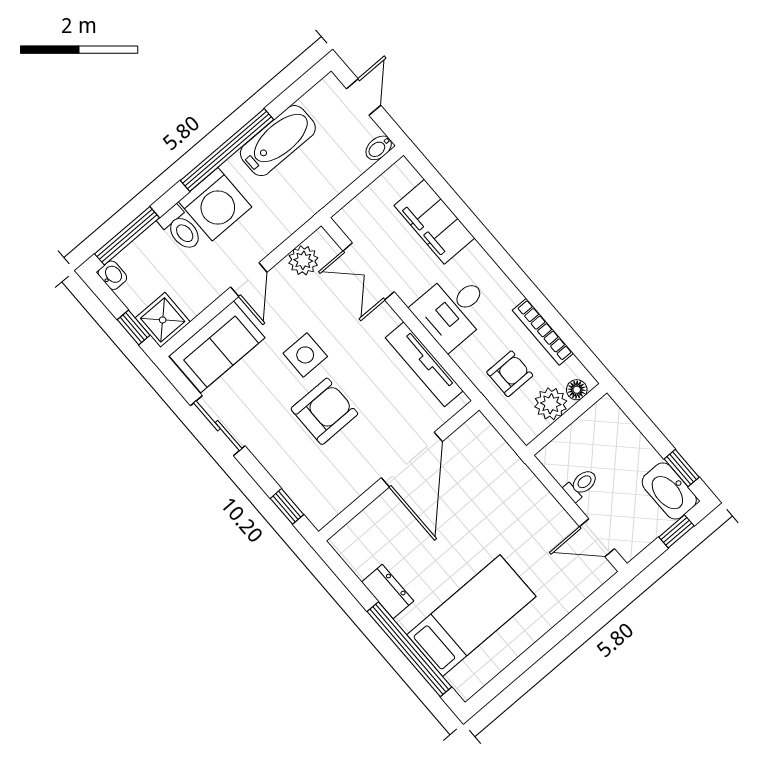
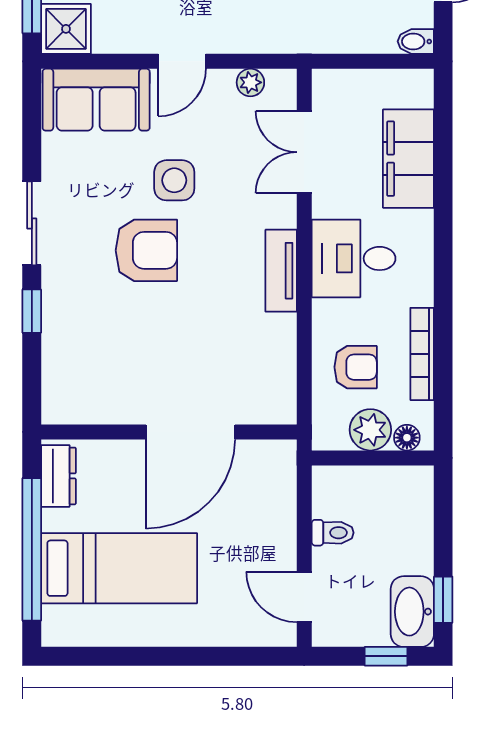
plant: (303, 260) -> (250, 82), width x0.73, depth x0.73
tv unit: (424, 364) -> (281, 271), width x0.71
sliding door: (218, 426) -> (32, 223), moved
door: (412, 460) -> (190, 432), moved
wall: (399, 471) -> (169, 432), moved

